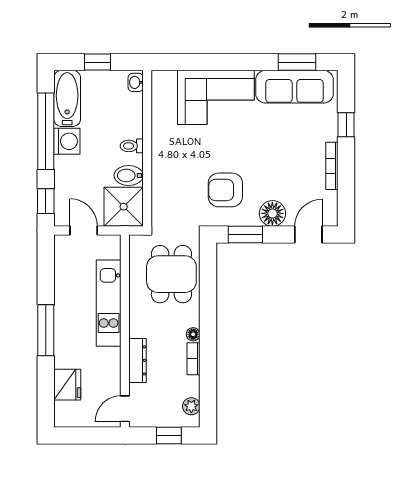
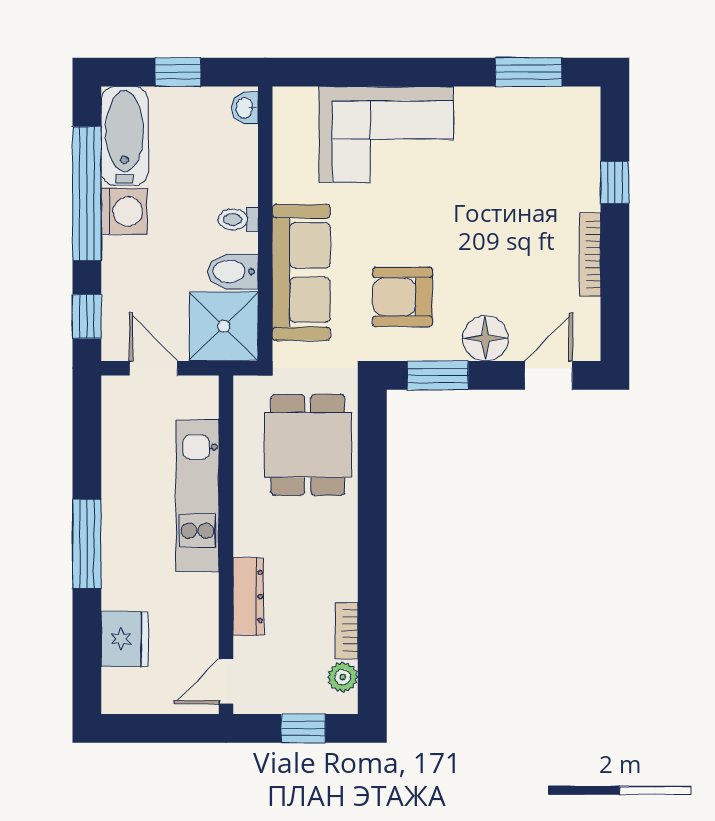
sofa: (295, 87) -> (301, 272), moved, turned -90
floor lamp: (193, 334) -> (346, 550), removed
bookcase: (194, 359) -> (347, 631), moved

